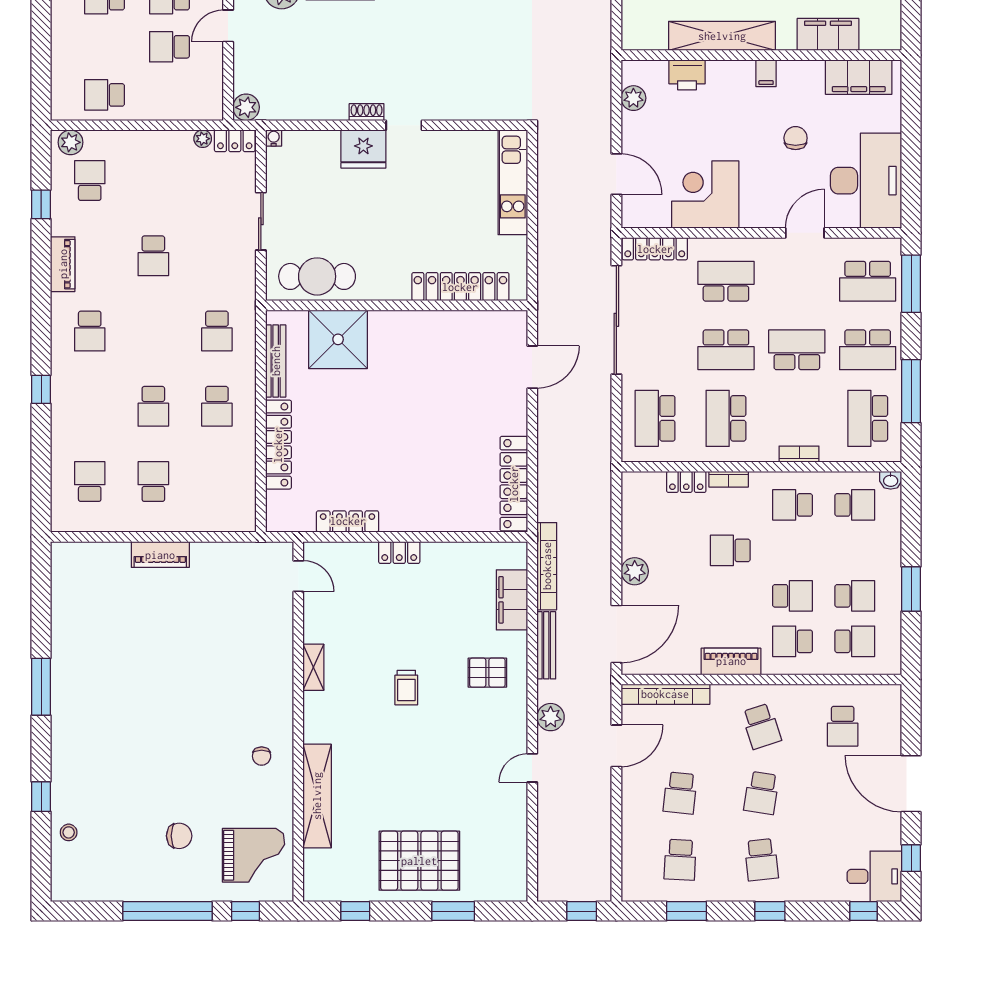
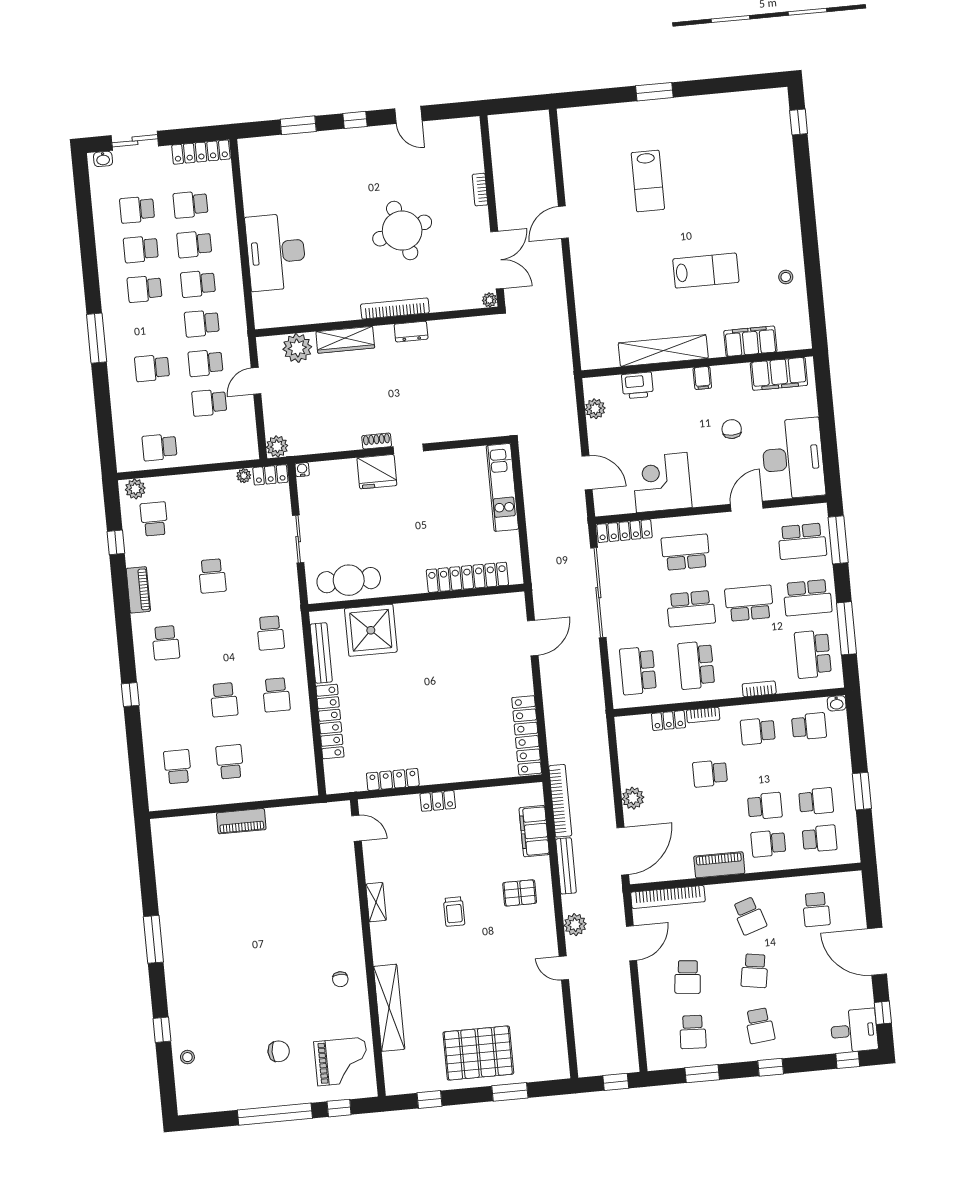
door: (532, 768) -> (564, 968), hinge flipped

